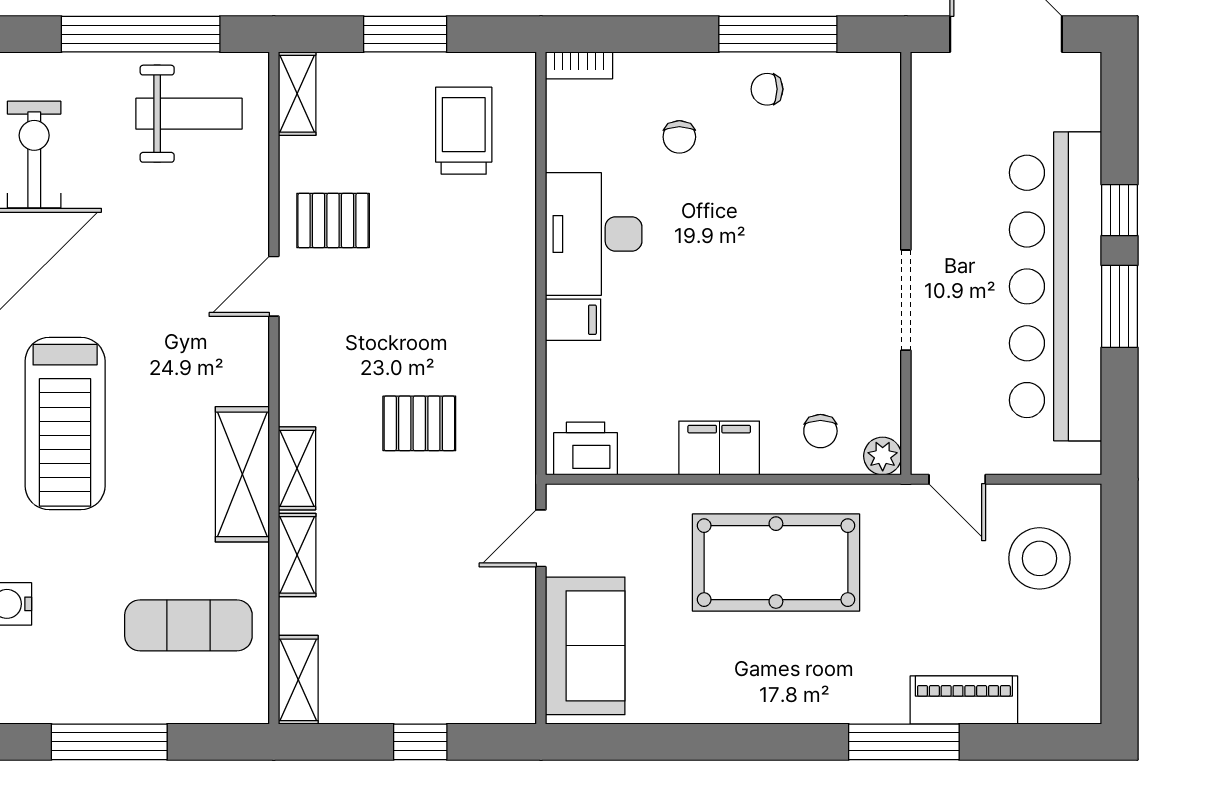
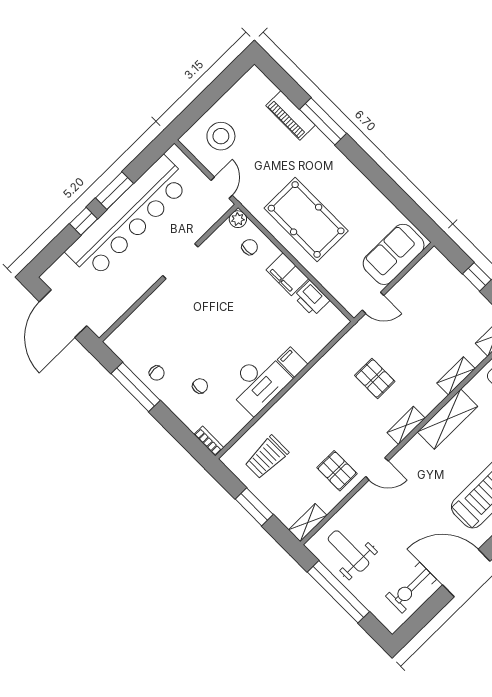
printer: (586, 448) -> (312, 298), moved
shelving: (297, 468) -> (406, 425), moved

